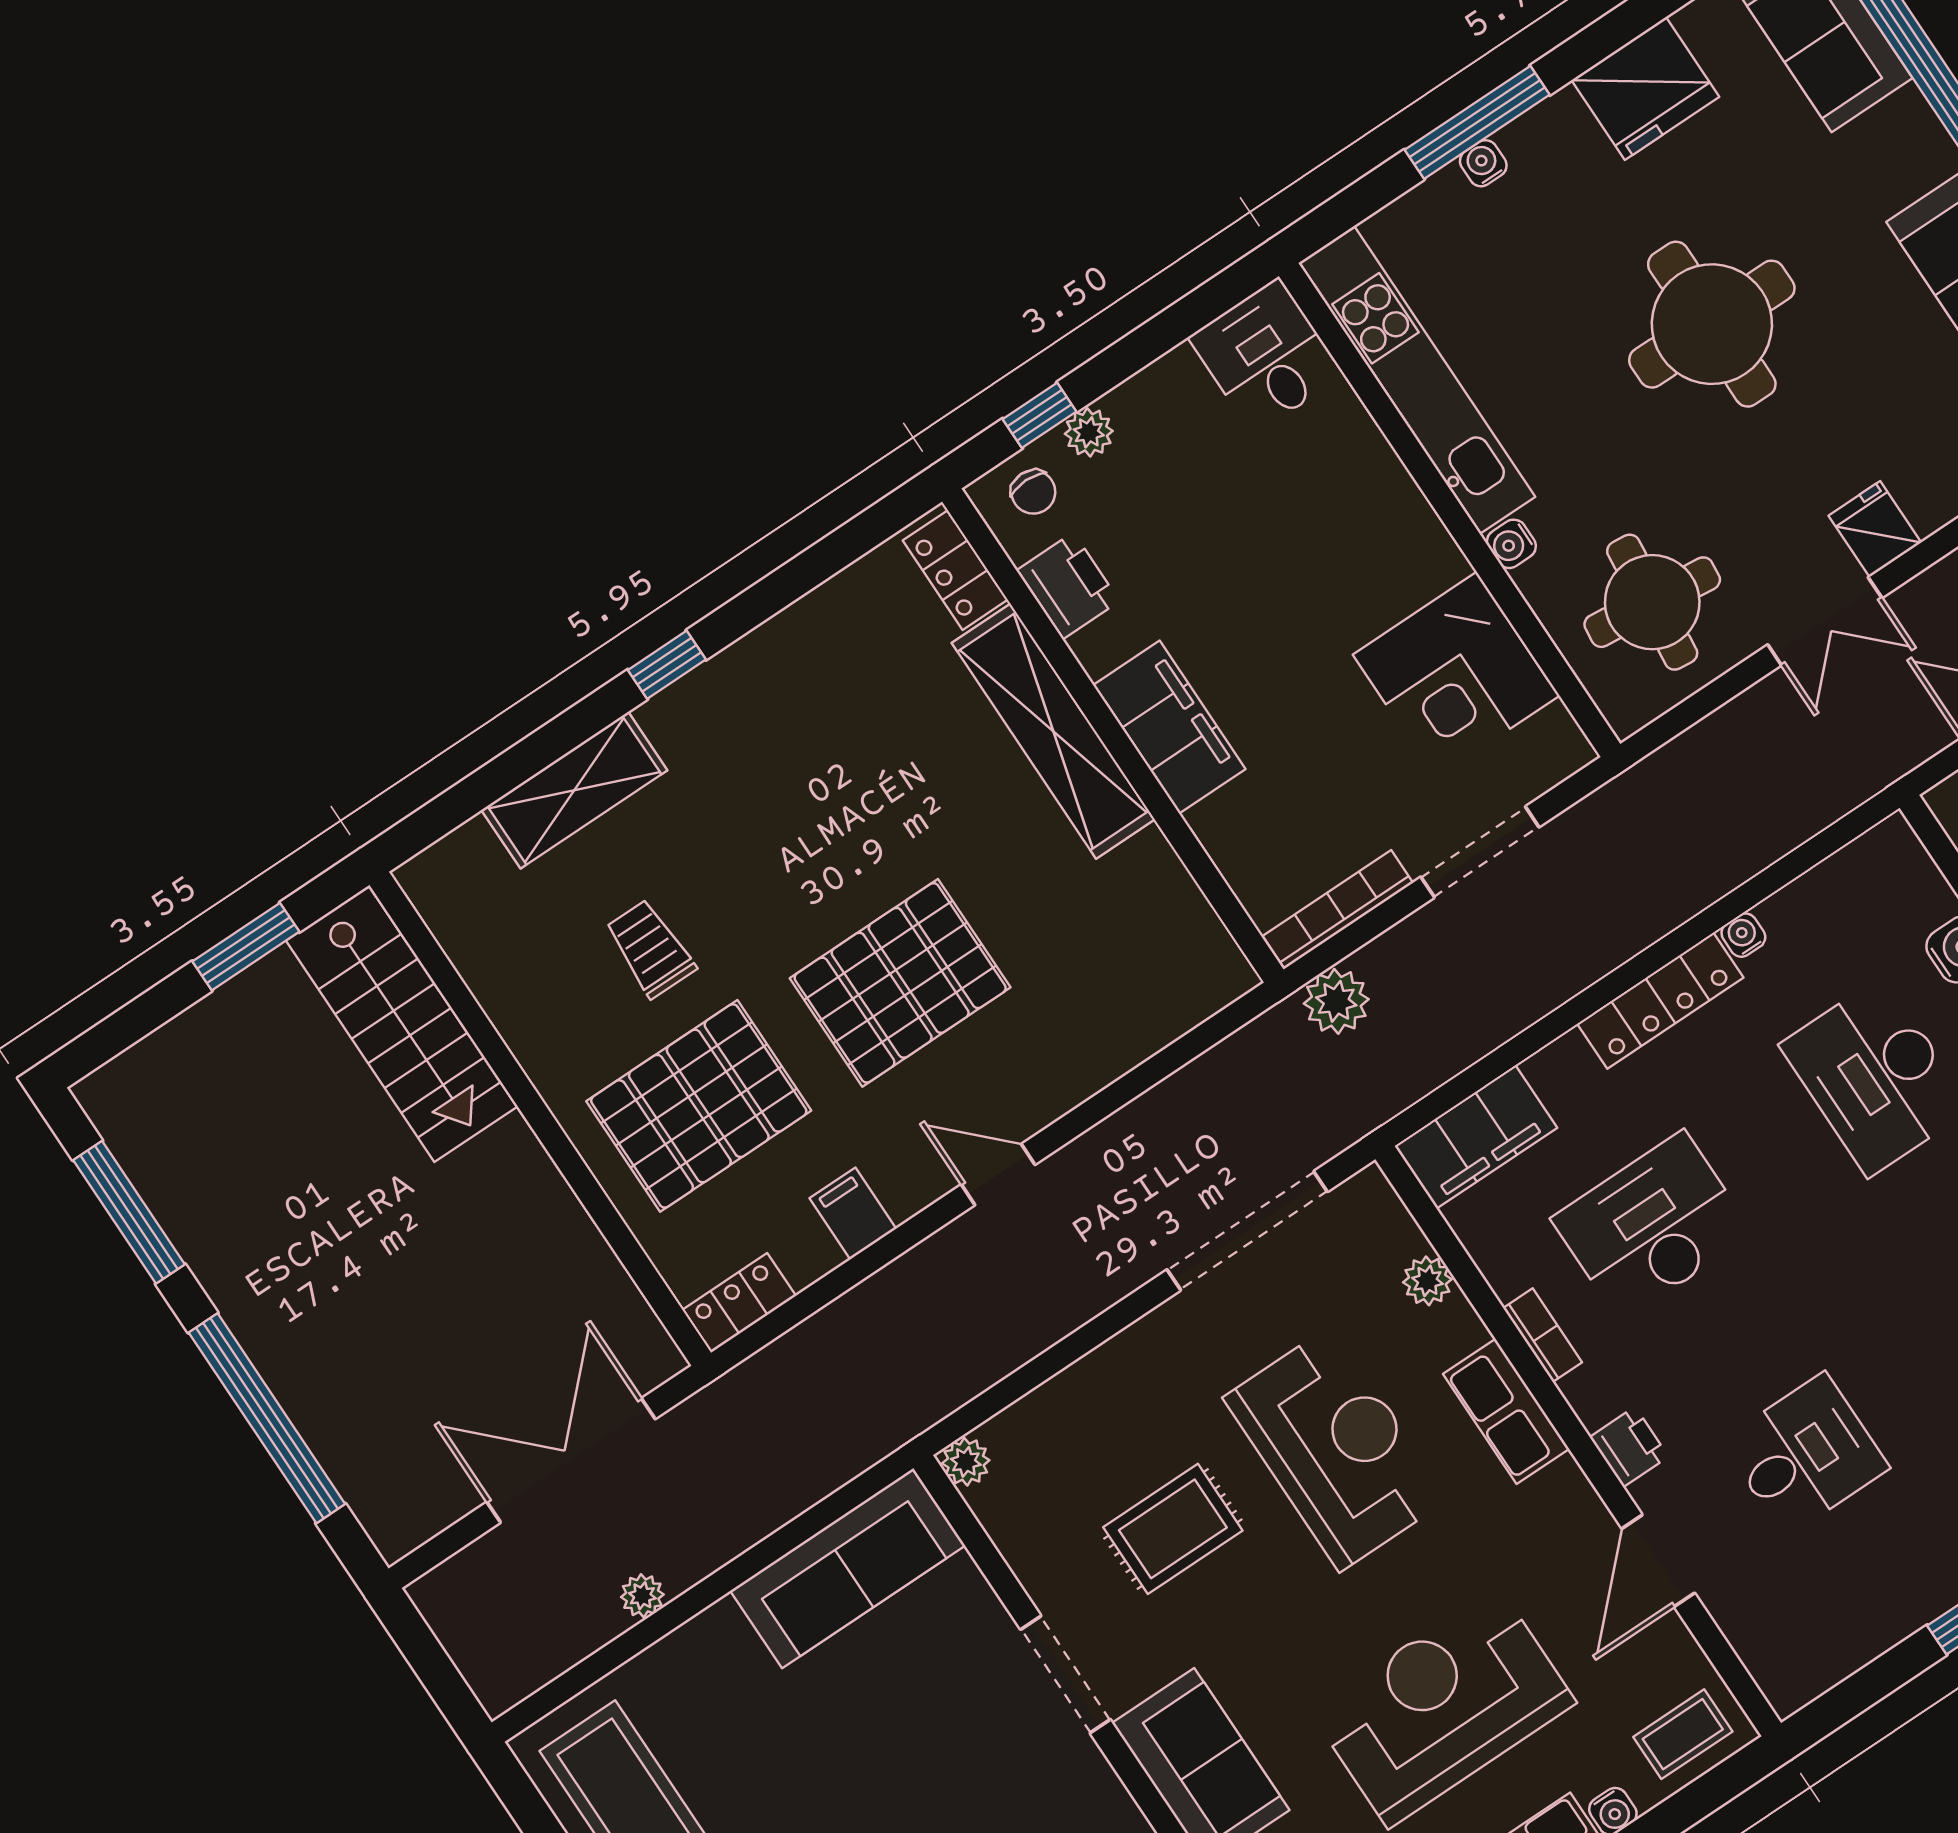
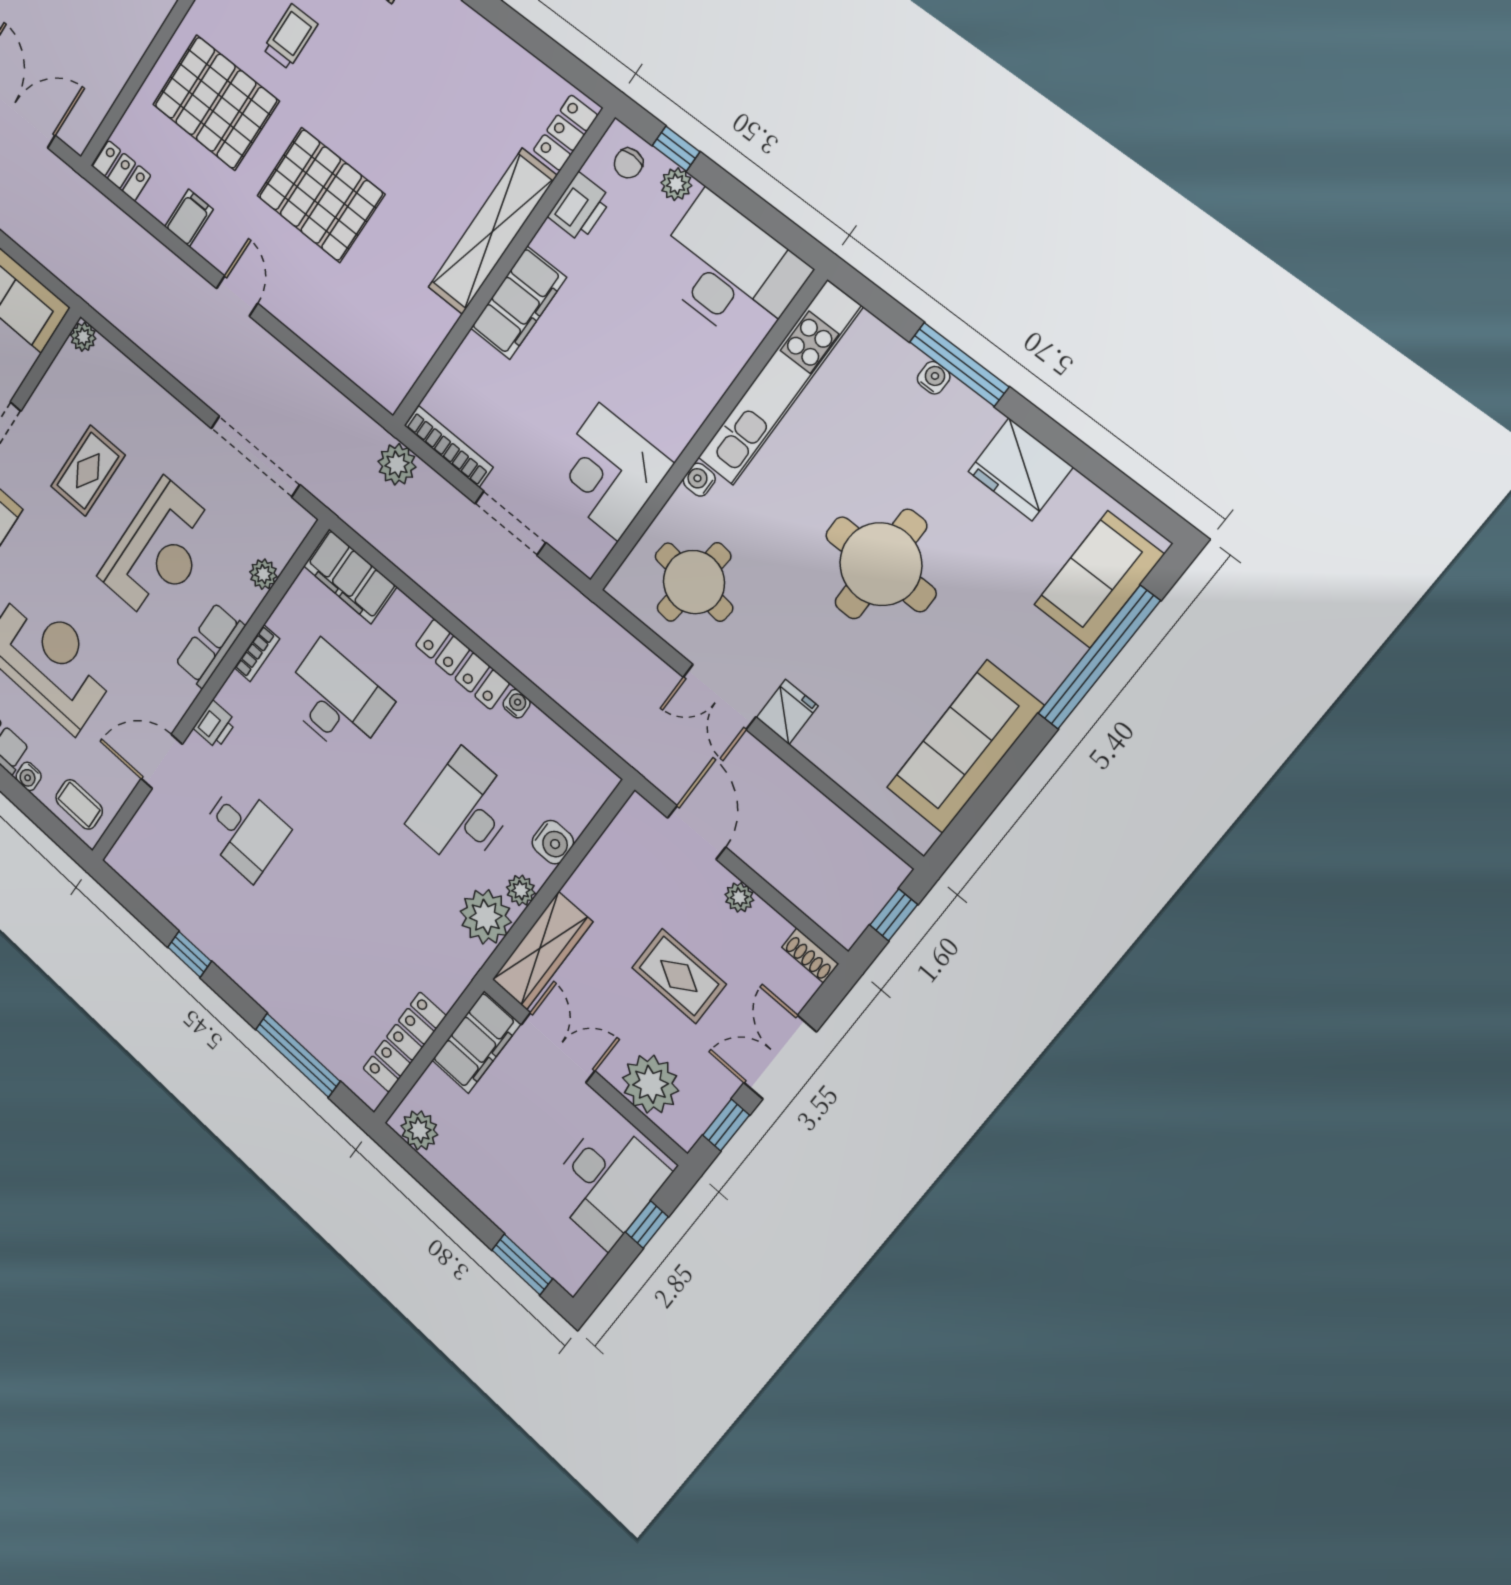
desk: (1266, 356) -> (729, 270), width x1.87, depth x1.30
rug: (1173, 1529) -> (88, 471), turned 90

